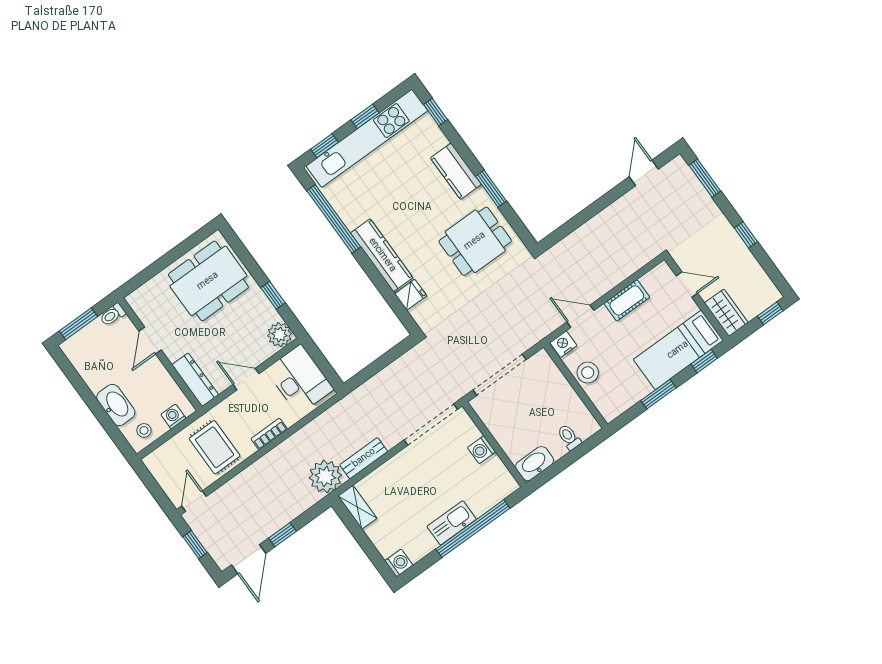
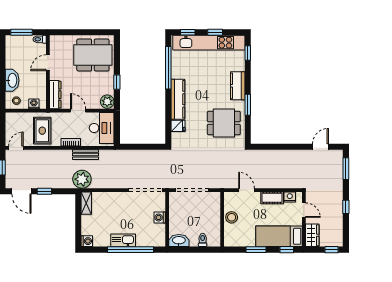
nightstand: (563, 344) -> (290, 197), moved
bench: (364, 458) -> (85, 155), moved
door: (249, 559) -> (21, 191), hinge flipped

